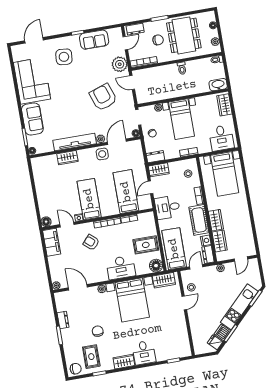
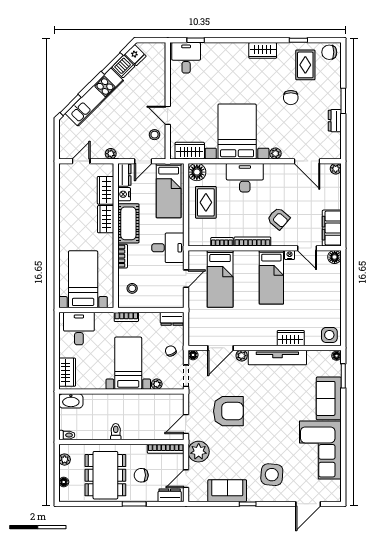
door: (132, 82) -> (186, 424), swing flipped
armchair: (103, 97) -> (228, 411), turned -71
side table: (102, 154) -> (329, 335), moved
wardrobe: (159, 170) -> (171, 300), removed
rug: (146, 245) -> (206, 202), turned 90
door: (184, 303) -> (168, 115), hinge flipped
desk: (144, 353) -> (186, 58), moved

